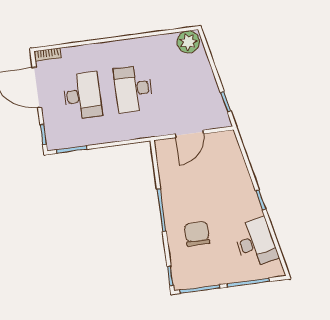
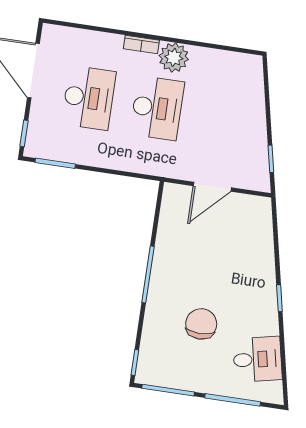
plant: (188, 42) -> (174, 57), moved
bookcase: (48, 55) -> (141, 44), moved
desk: (133, 89) -> (157, 108), turned 180
chair: (197, 234) -> (201, 324), moved
desk: (256, 243) -> (257, 359), width x0.73

